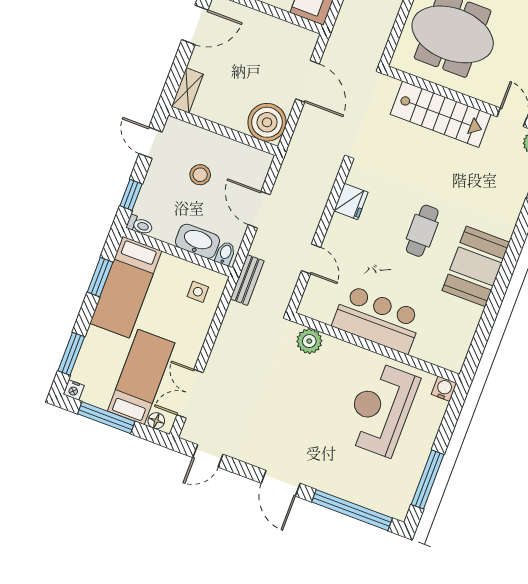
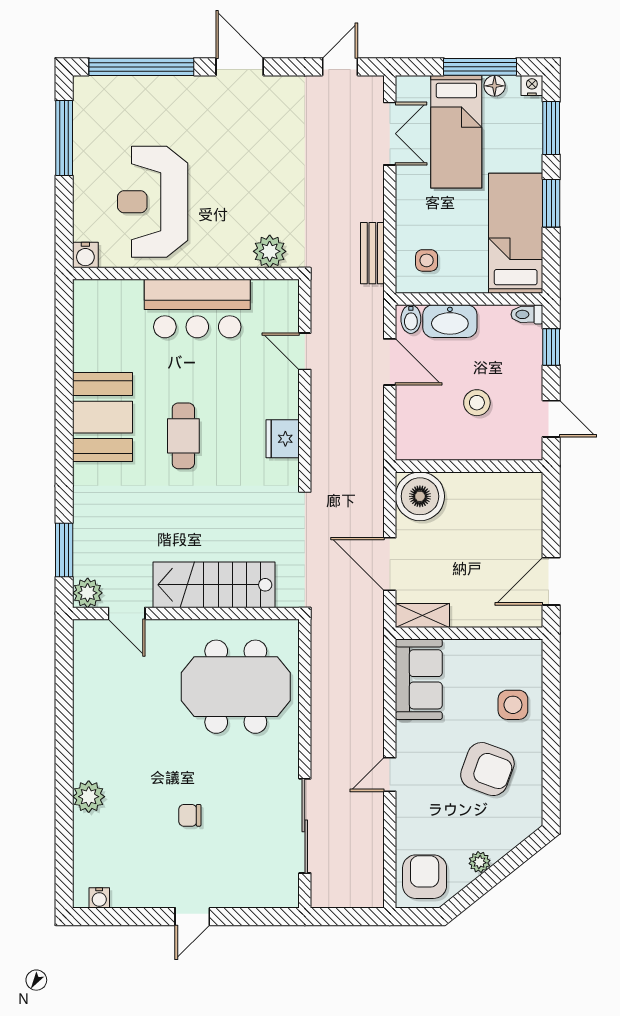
shelving: (187, 90) -> (422, 615), moved, turned 90
door: (259, 210) -> (390, 362), moved
window: (100, 277) -> (551, 203), moved
bench: (247, 280) -> (372, 253), moved
reception desk: (381, 409) -> (153, 202), turned 180
floor lamp: (156, 421) -> (495, 86), moved

